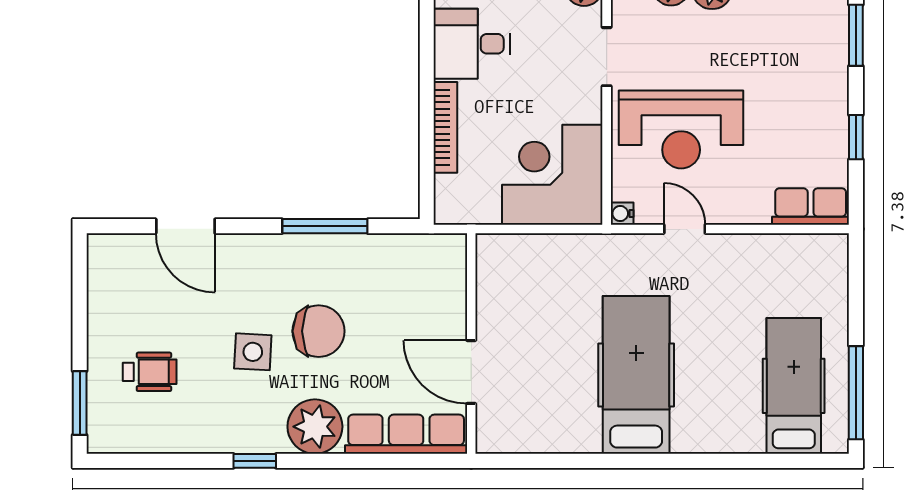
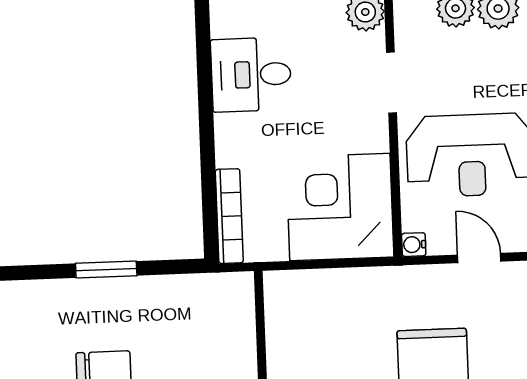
bookcase: (445, 127) -> (229, 216), moved
window: (325, 226) -> (106, 269), width x0.69

